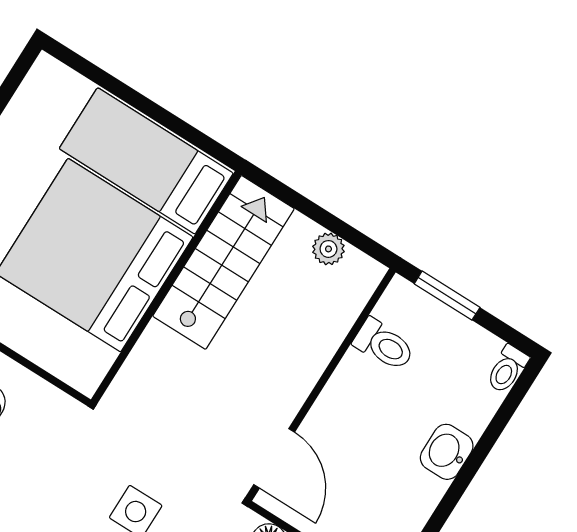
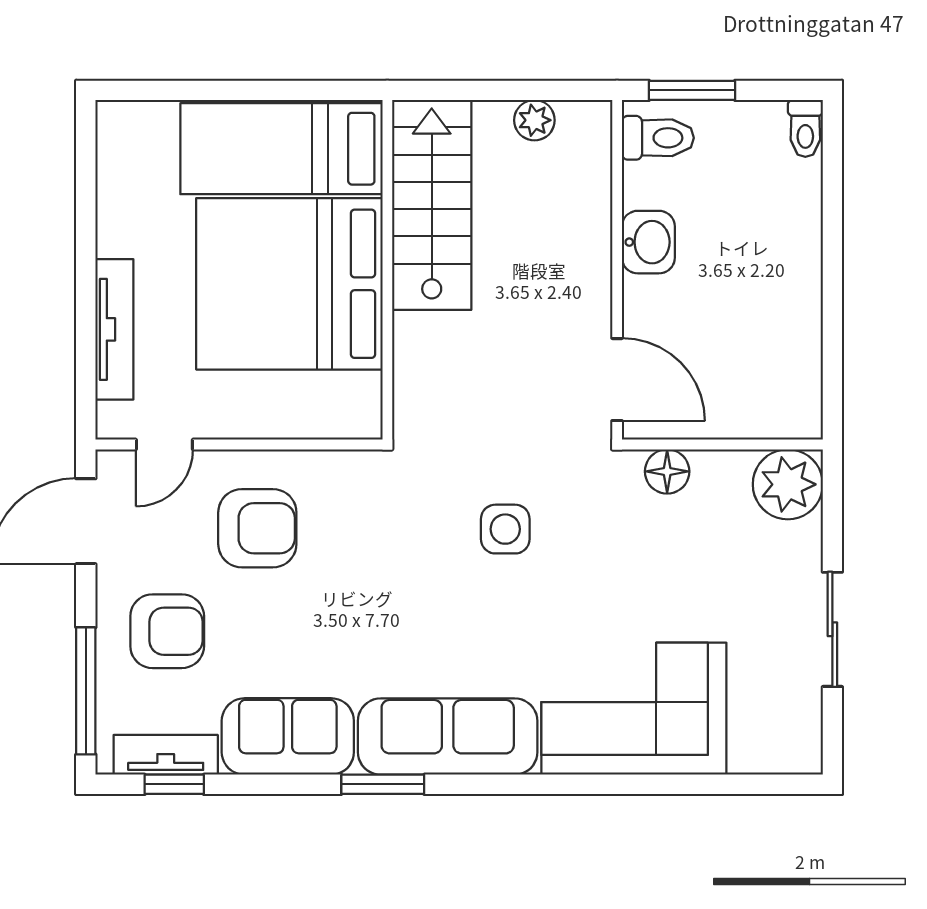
toilet: (384, 345) -> (658, 138), moved
washbasin: (447, 452) -> (648, 242), moved, turned 180

